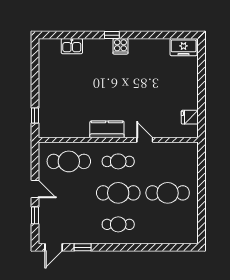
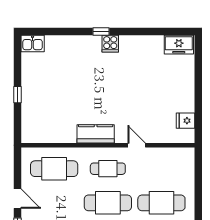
kitchen sink: (72, 46) -> (33, 43), moved
window: (35, 115) -> (17, 95), moved

